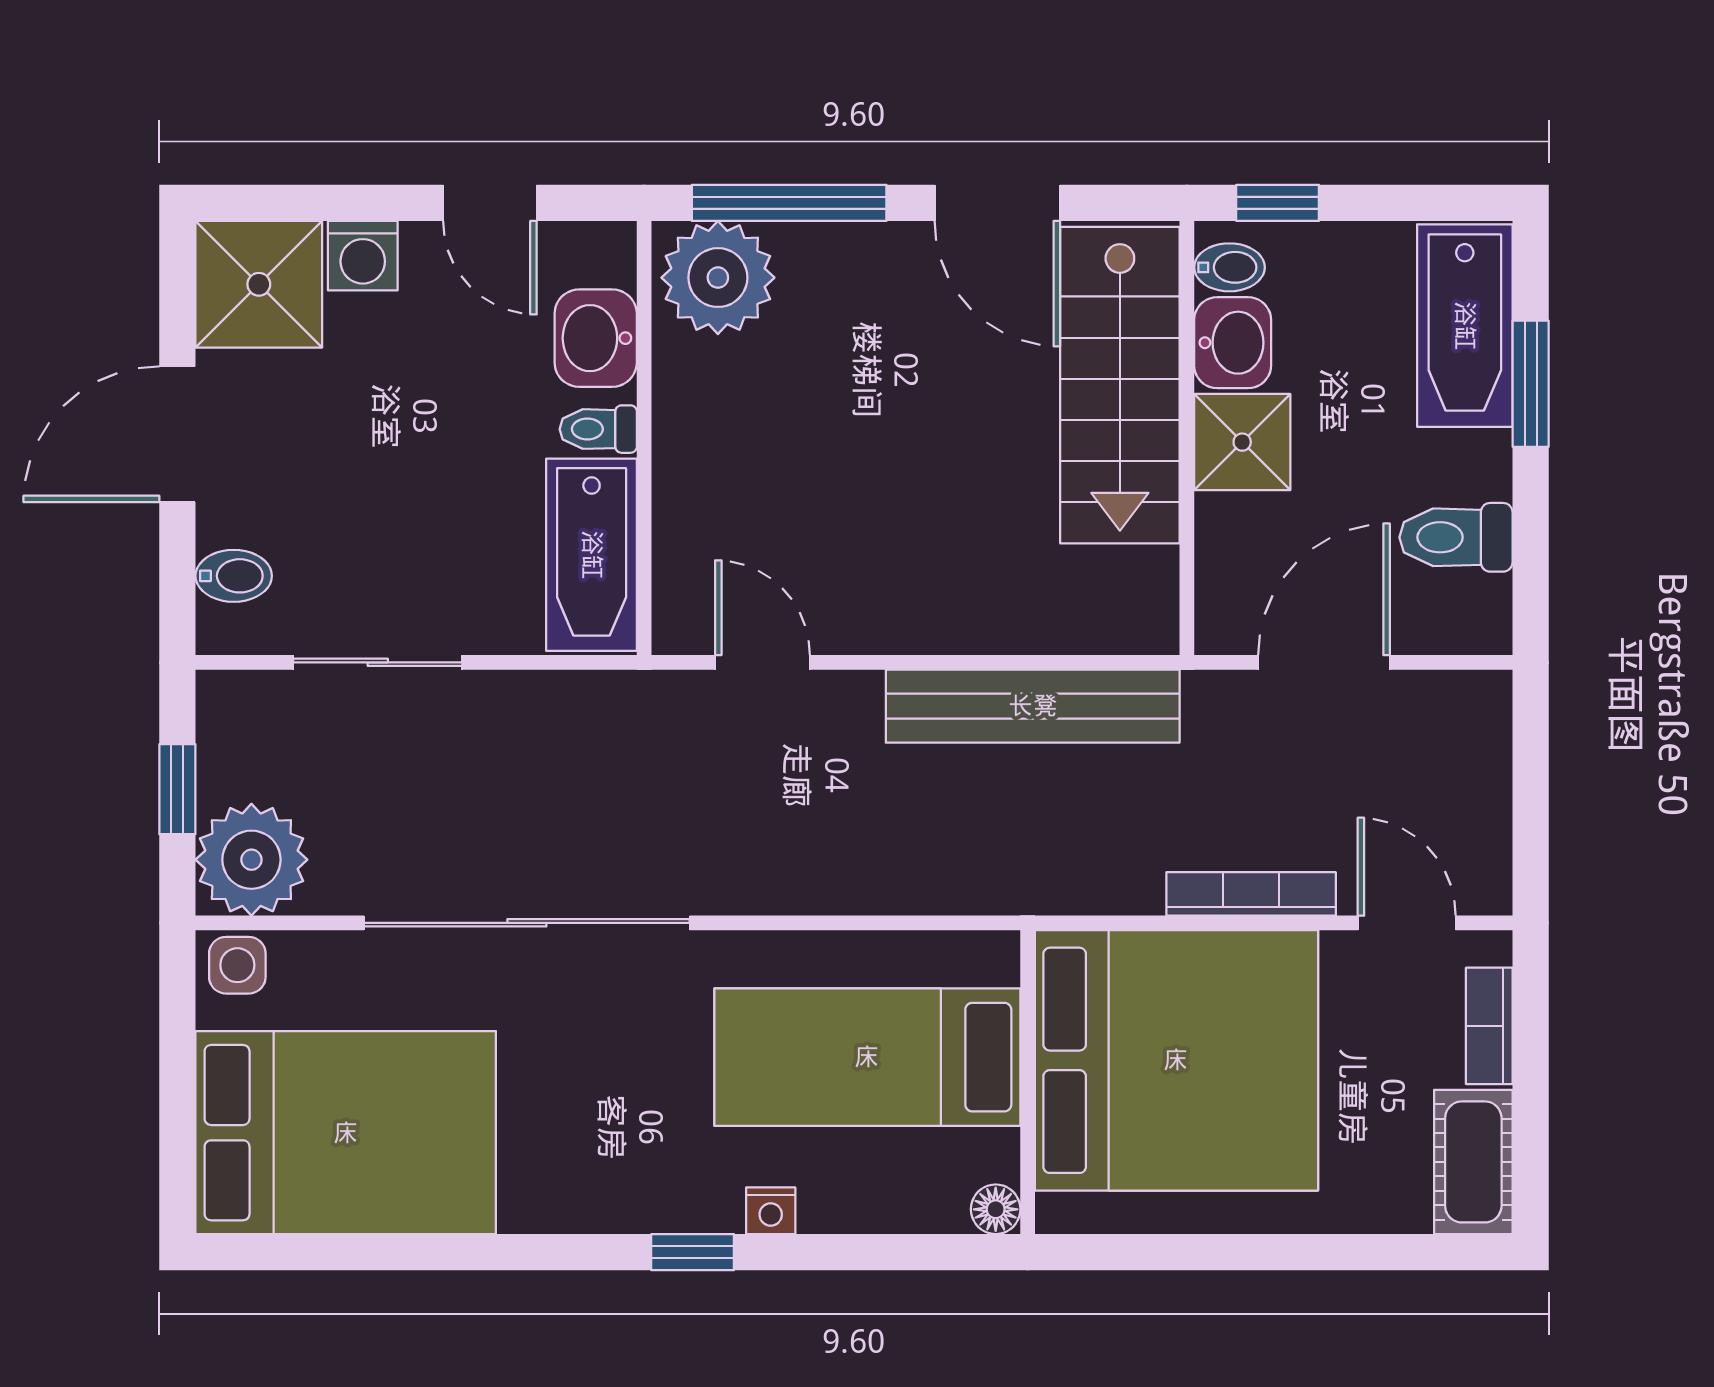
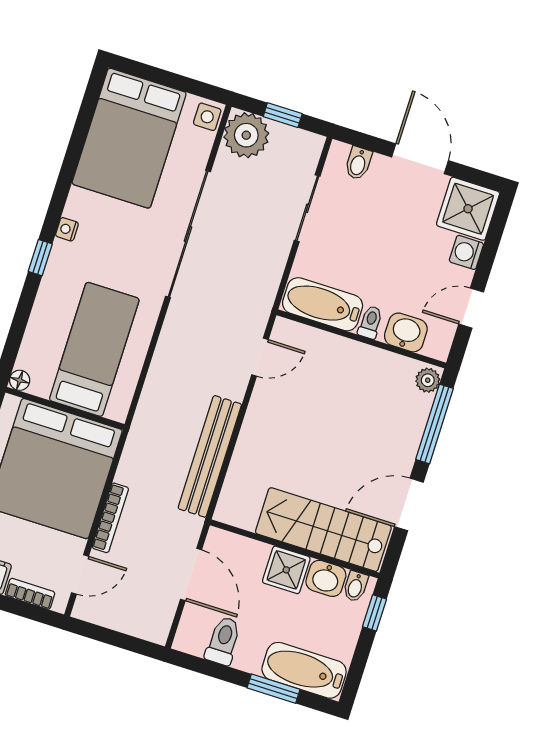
plant: (718, 278) -> (428, 380), width x0.53, depth x0.53
nightstand: (771, 1211) -> (67, 229), moved

